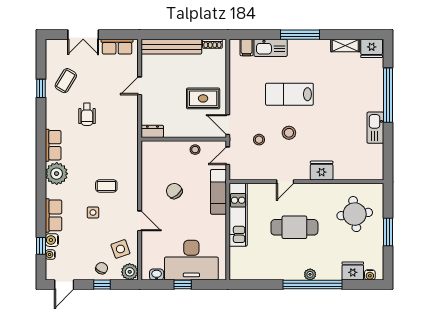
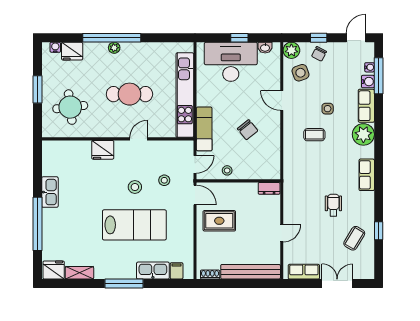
lab bench: (289, 94) -> (134, 225), width x1.36, depth x1.39
plant: (57, 174) -> (363, 134), moved
kitchen unit: (238, 215) -> (185, 95), width x1.36
window: (41, 246) -> (379, 76), width x2.17

